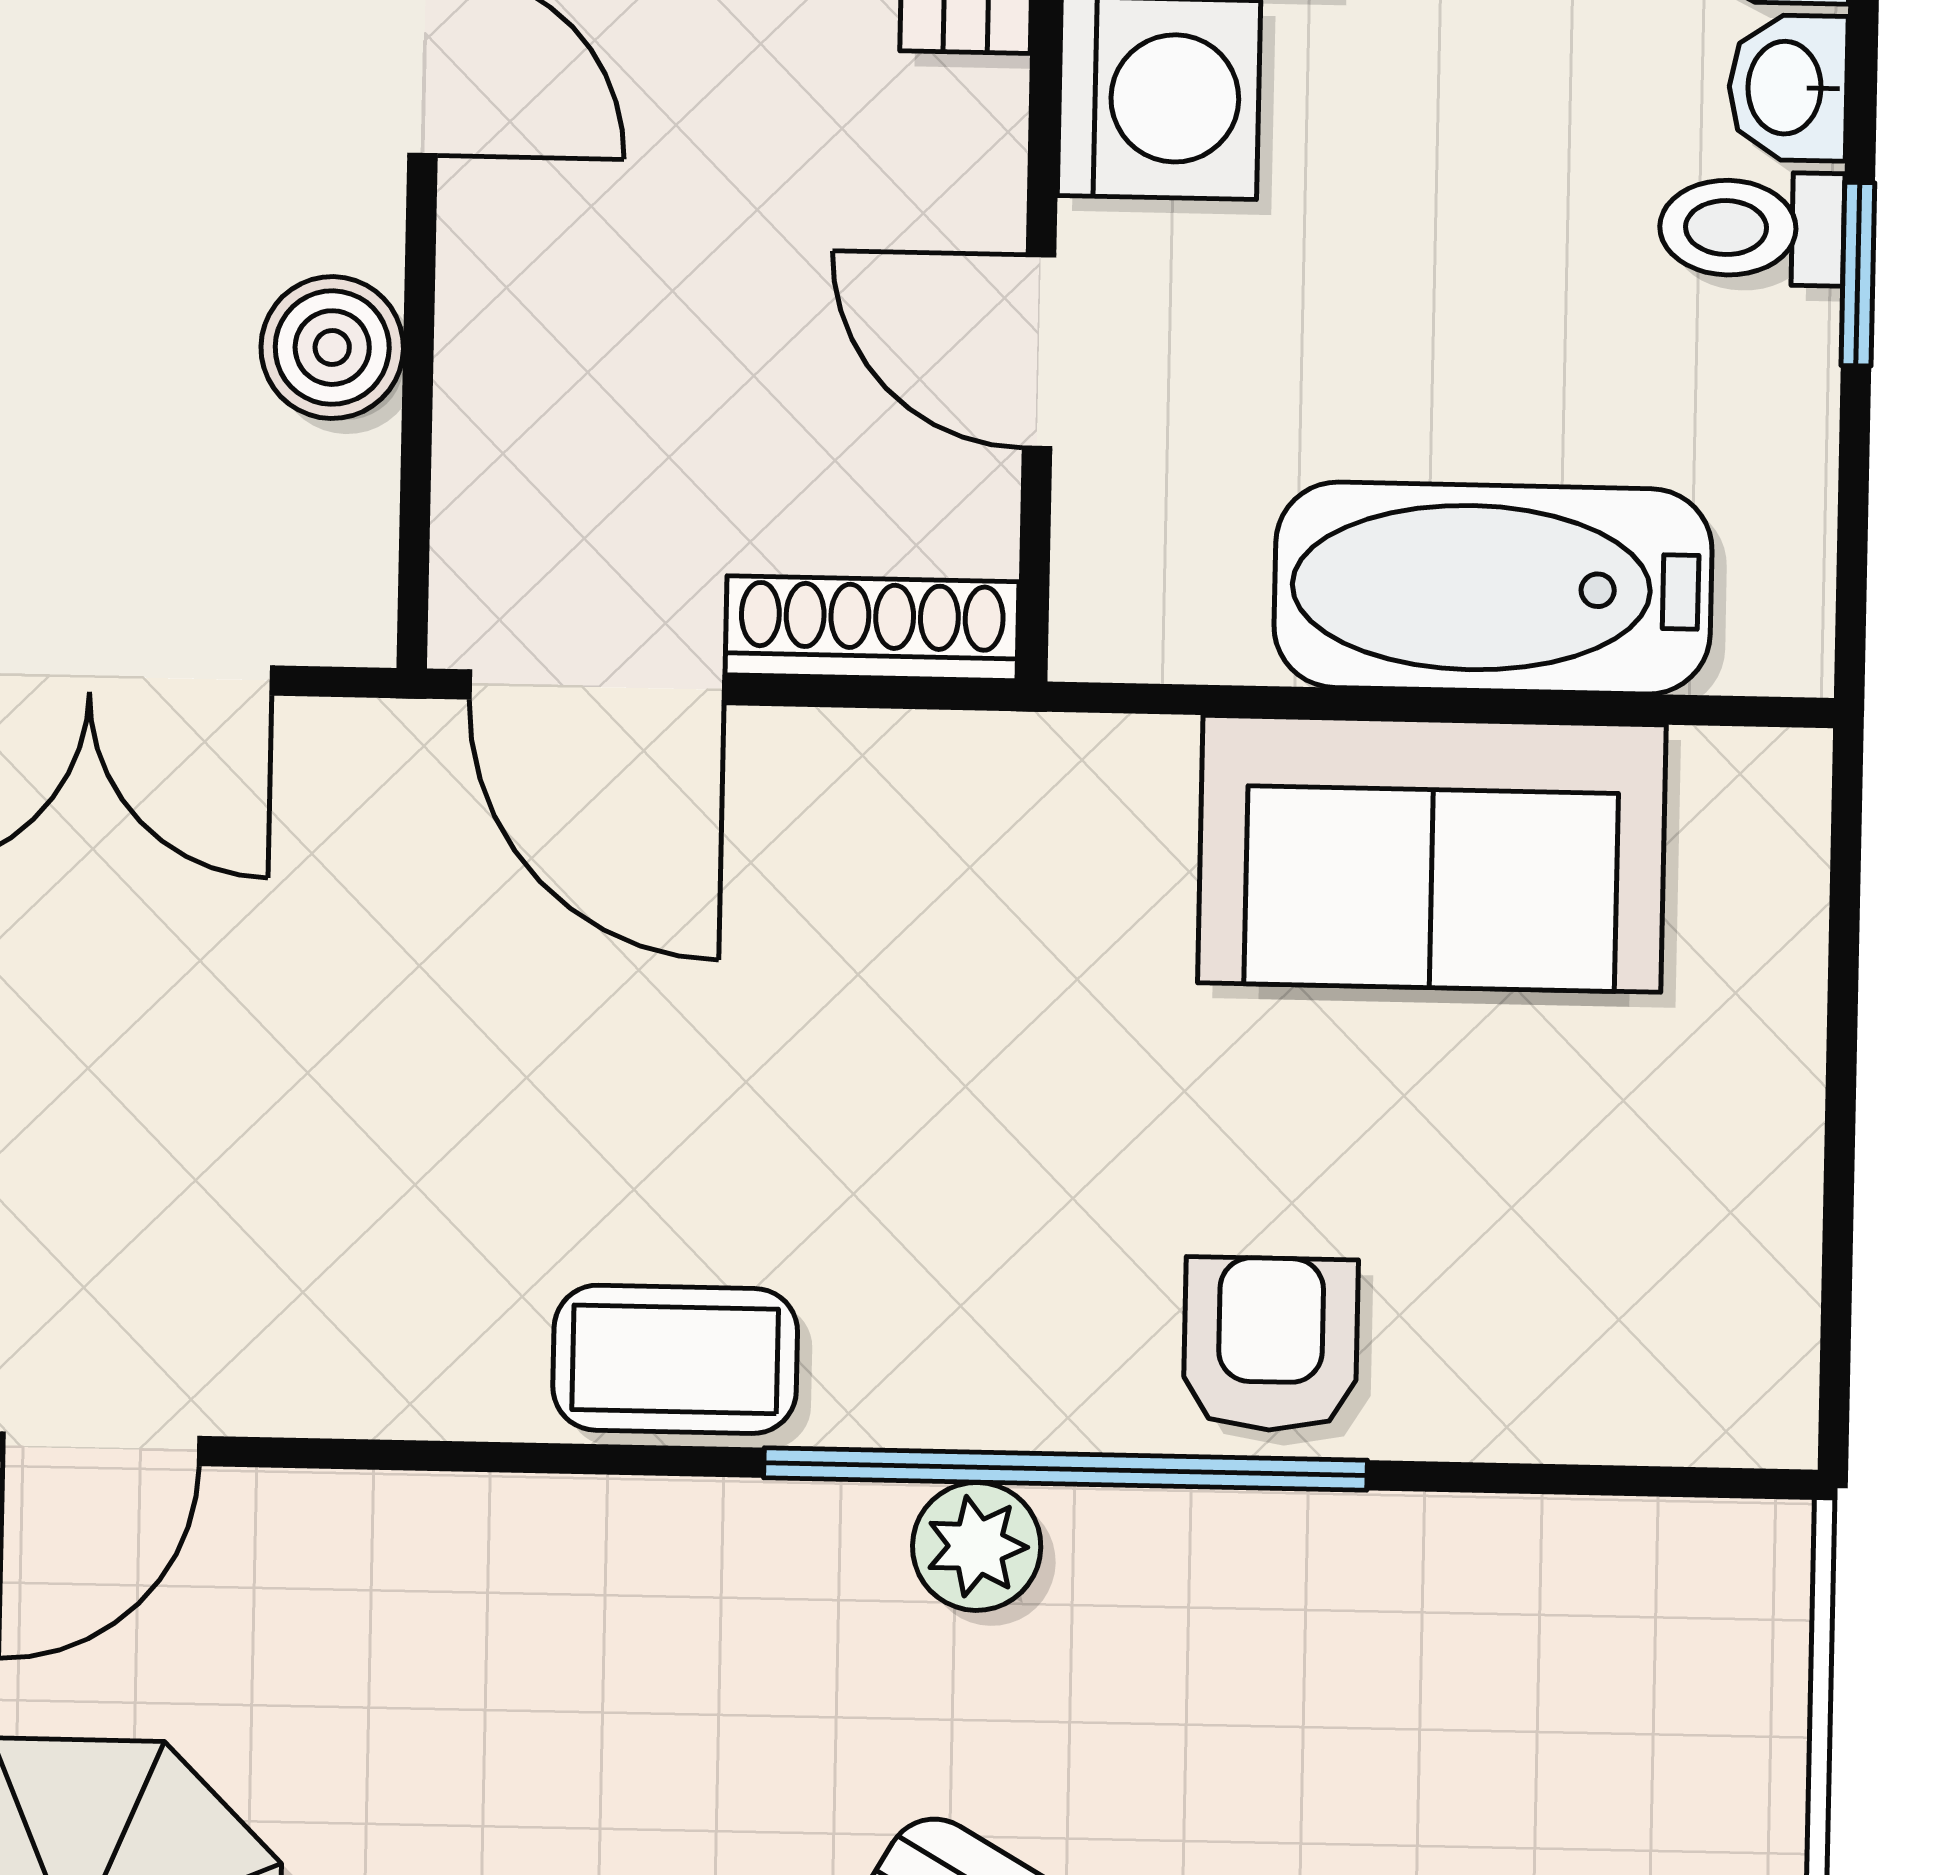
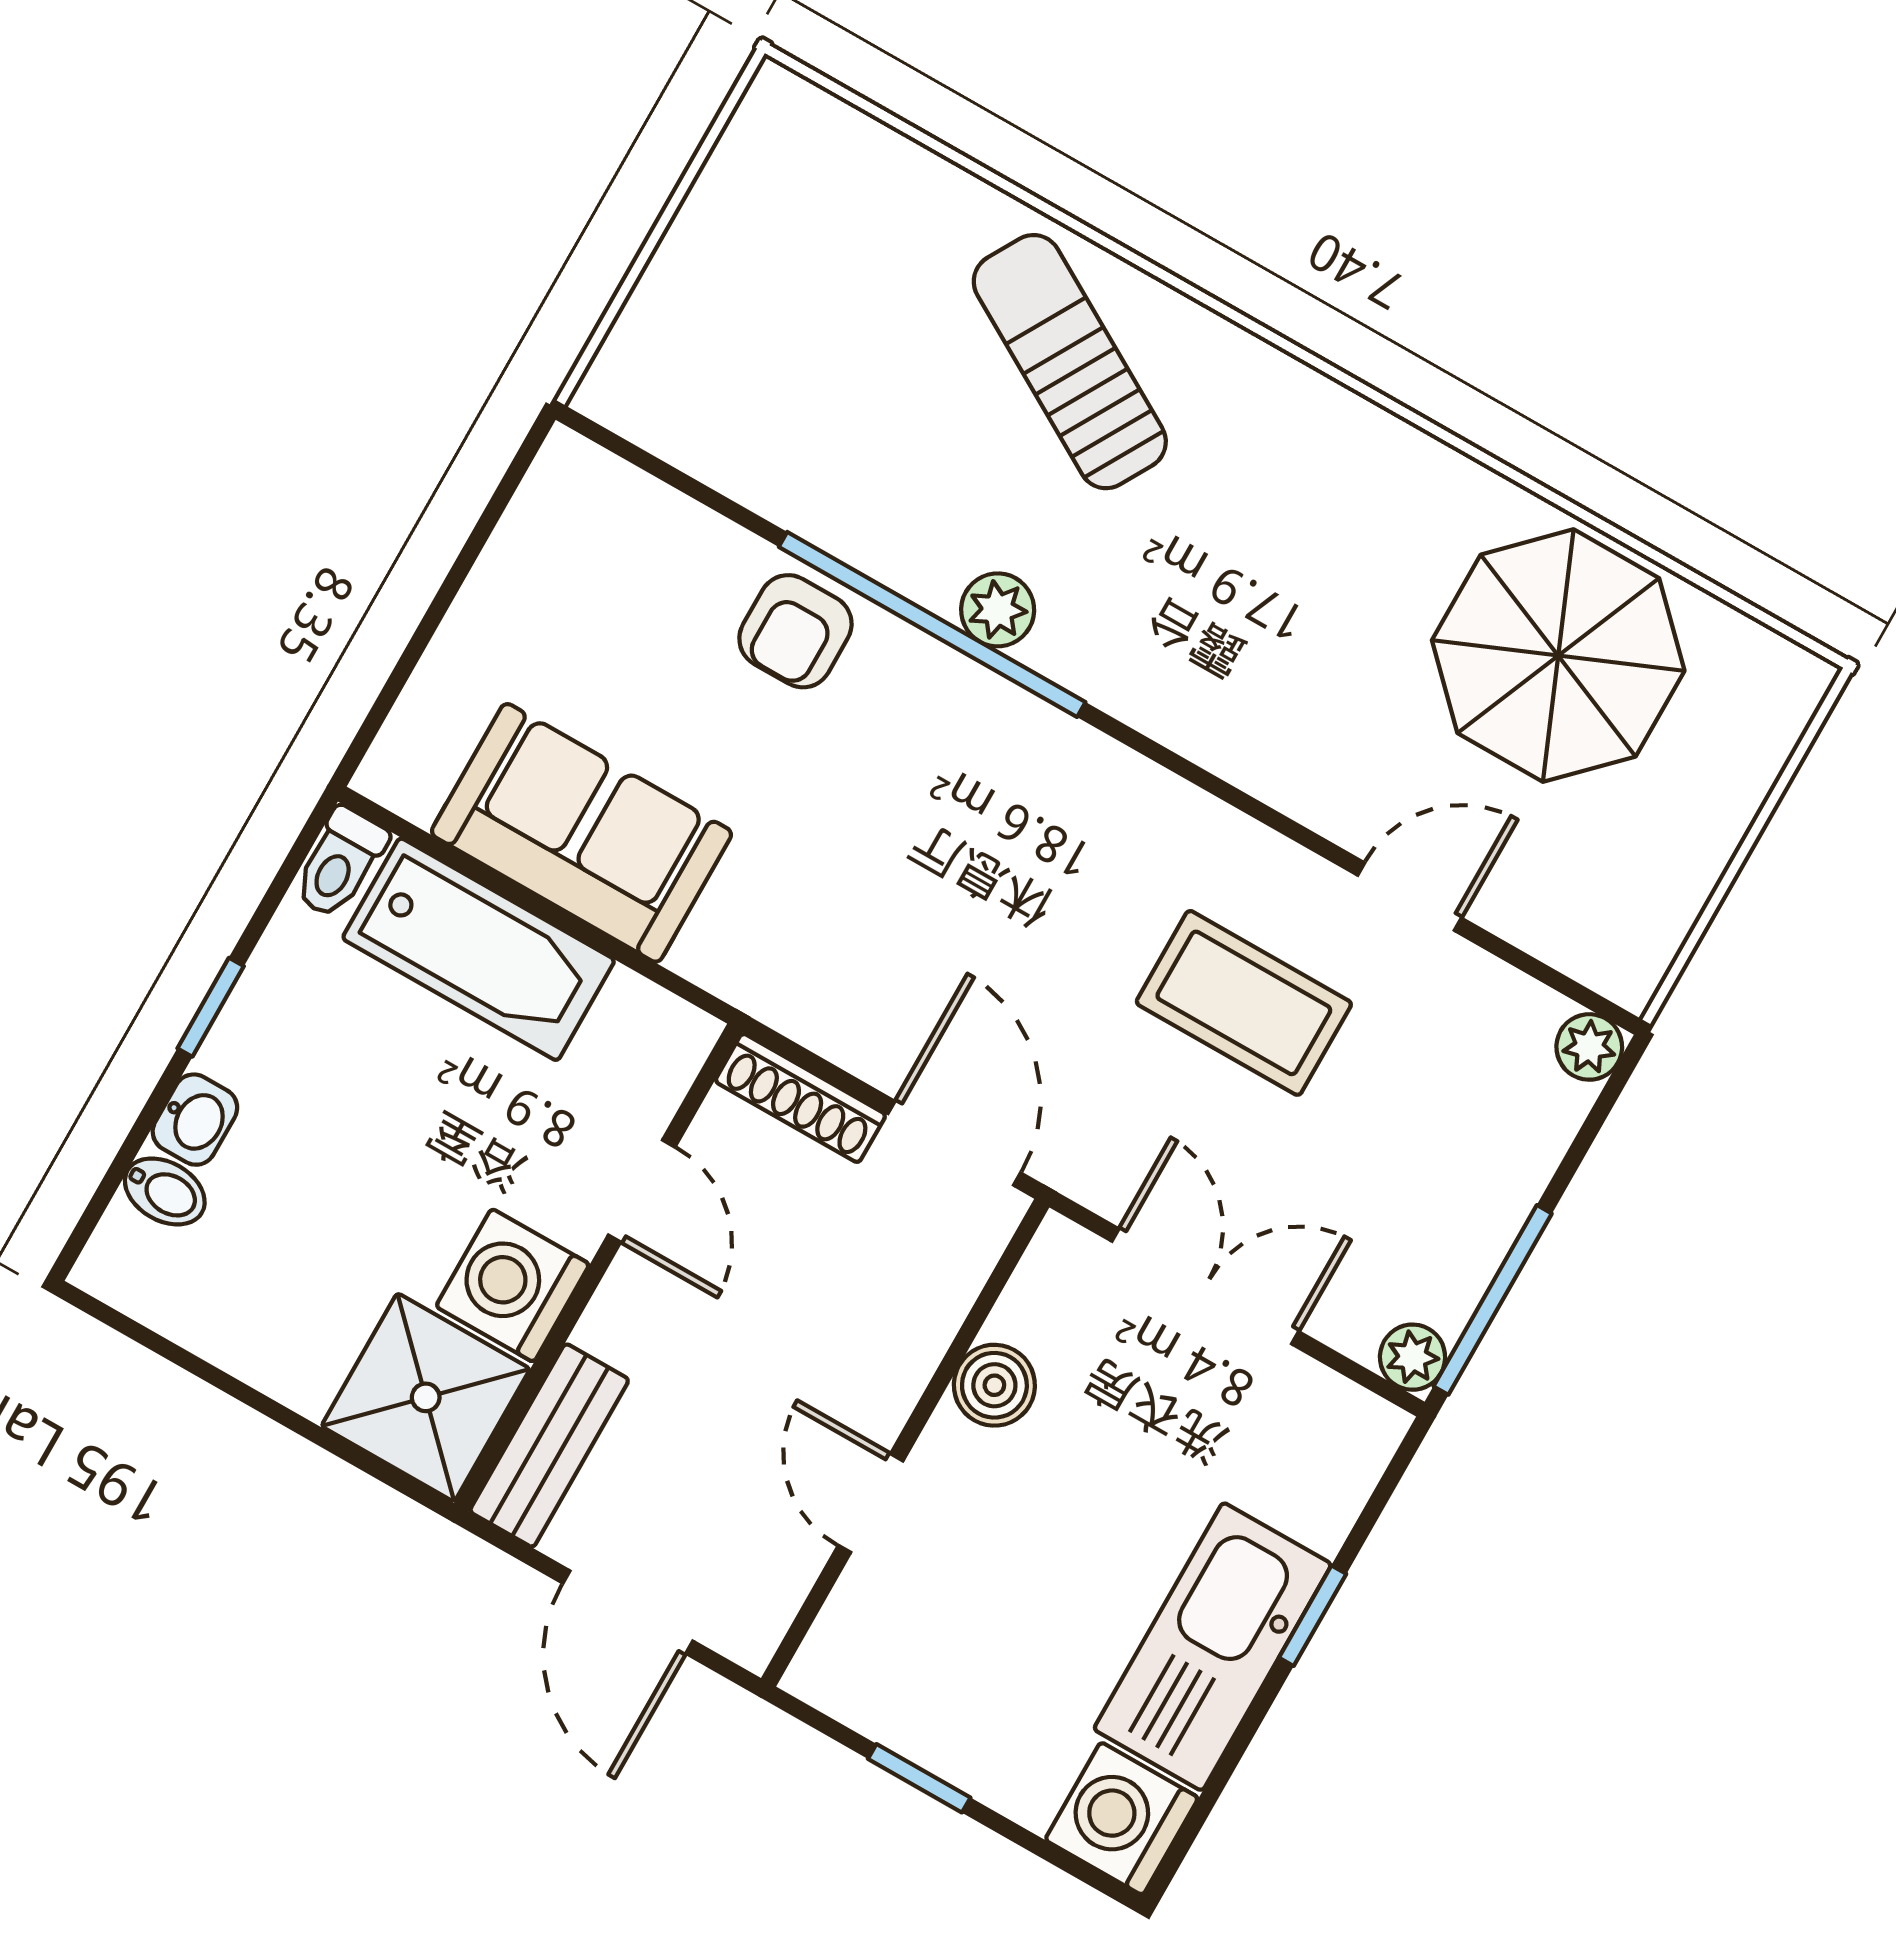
toilet: (1752, 228) -> (340, 863), moved, turned 90
coffee table: (675, 1359) -> (1244, 1003), moved, width x1.36, depth x1.30

